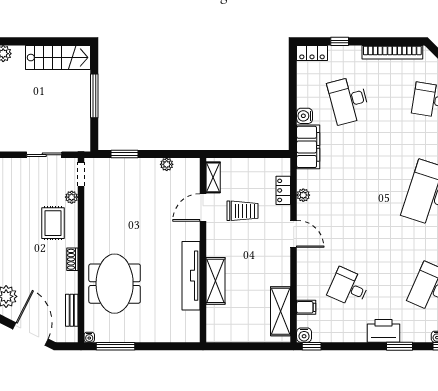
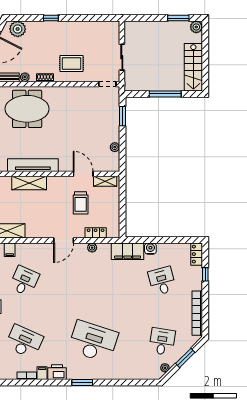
desk: (349, 100) -> (162, 281), width x0.73
plant: (72, 197) -> (25, 77), moved

